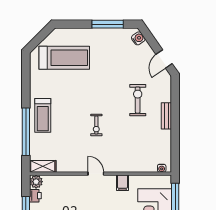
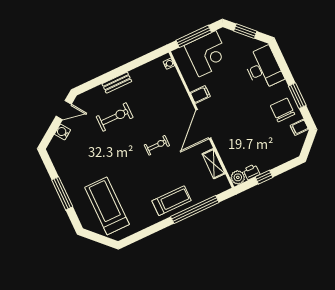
window: (108, 24) -> (62, 193), moved
water cooler: (138, 38) -> (62, 132), moved
exercise bike: (138, 100) -> (115, 117), turned 180
shelving: (43, 166) -> (214, 164), moved
door: (96, 174) -> (203, 124), width x1.88

